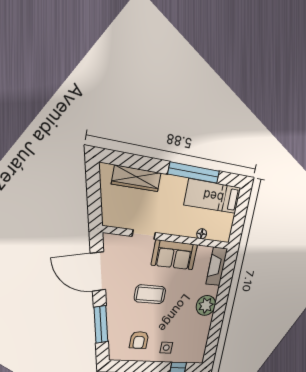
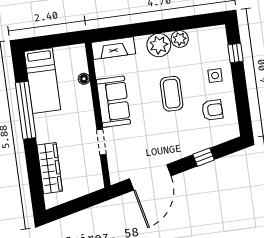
coffee table: (150, 294) -> (172, 94), moved
window: (101, 324) -> (204, 157), width x0.46
plant: (205, 324) -> (180, 39), added

